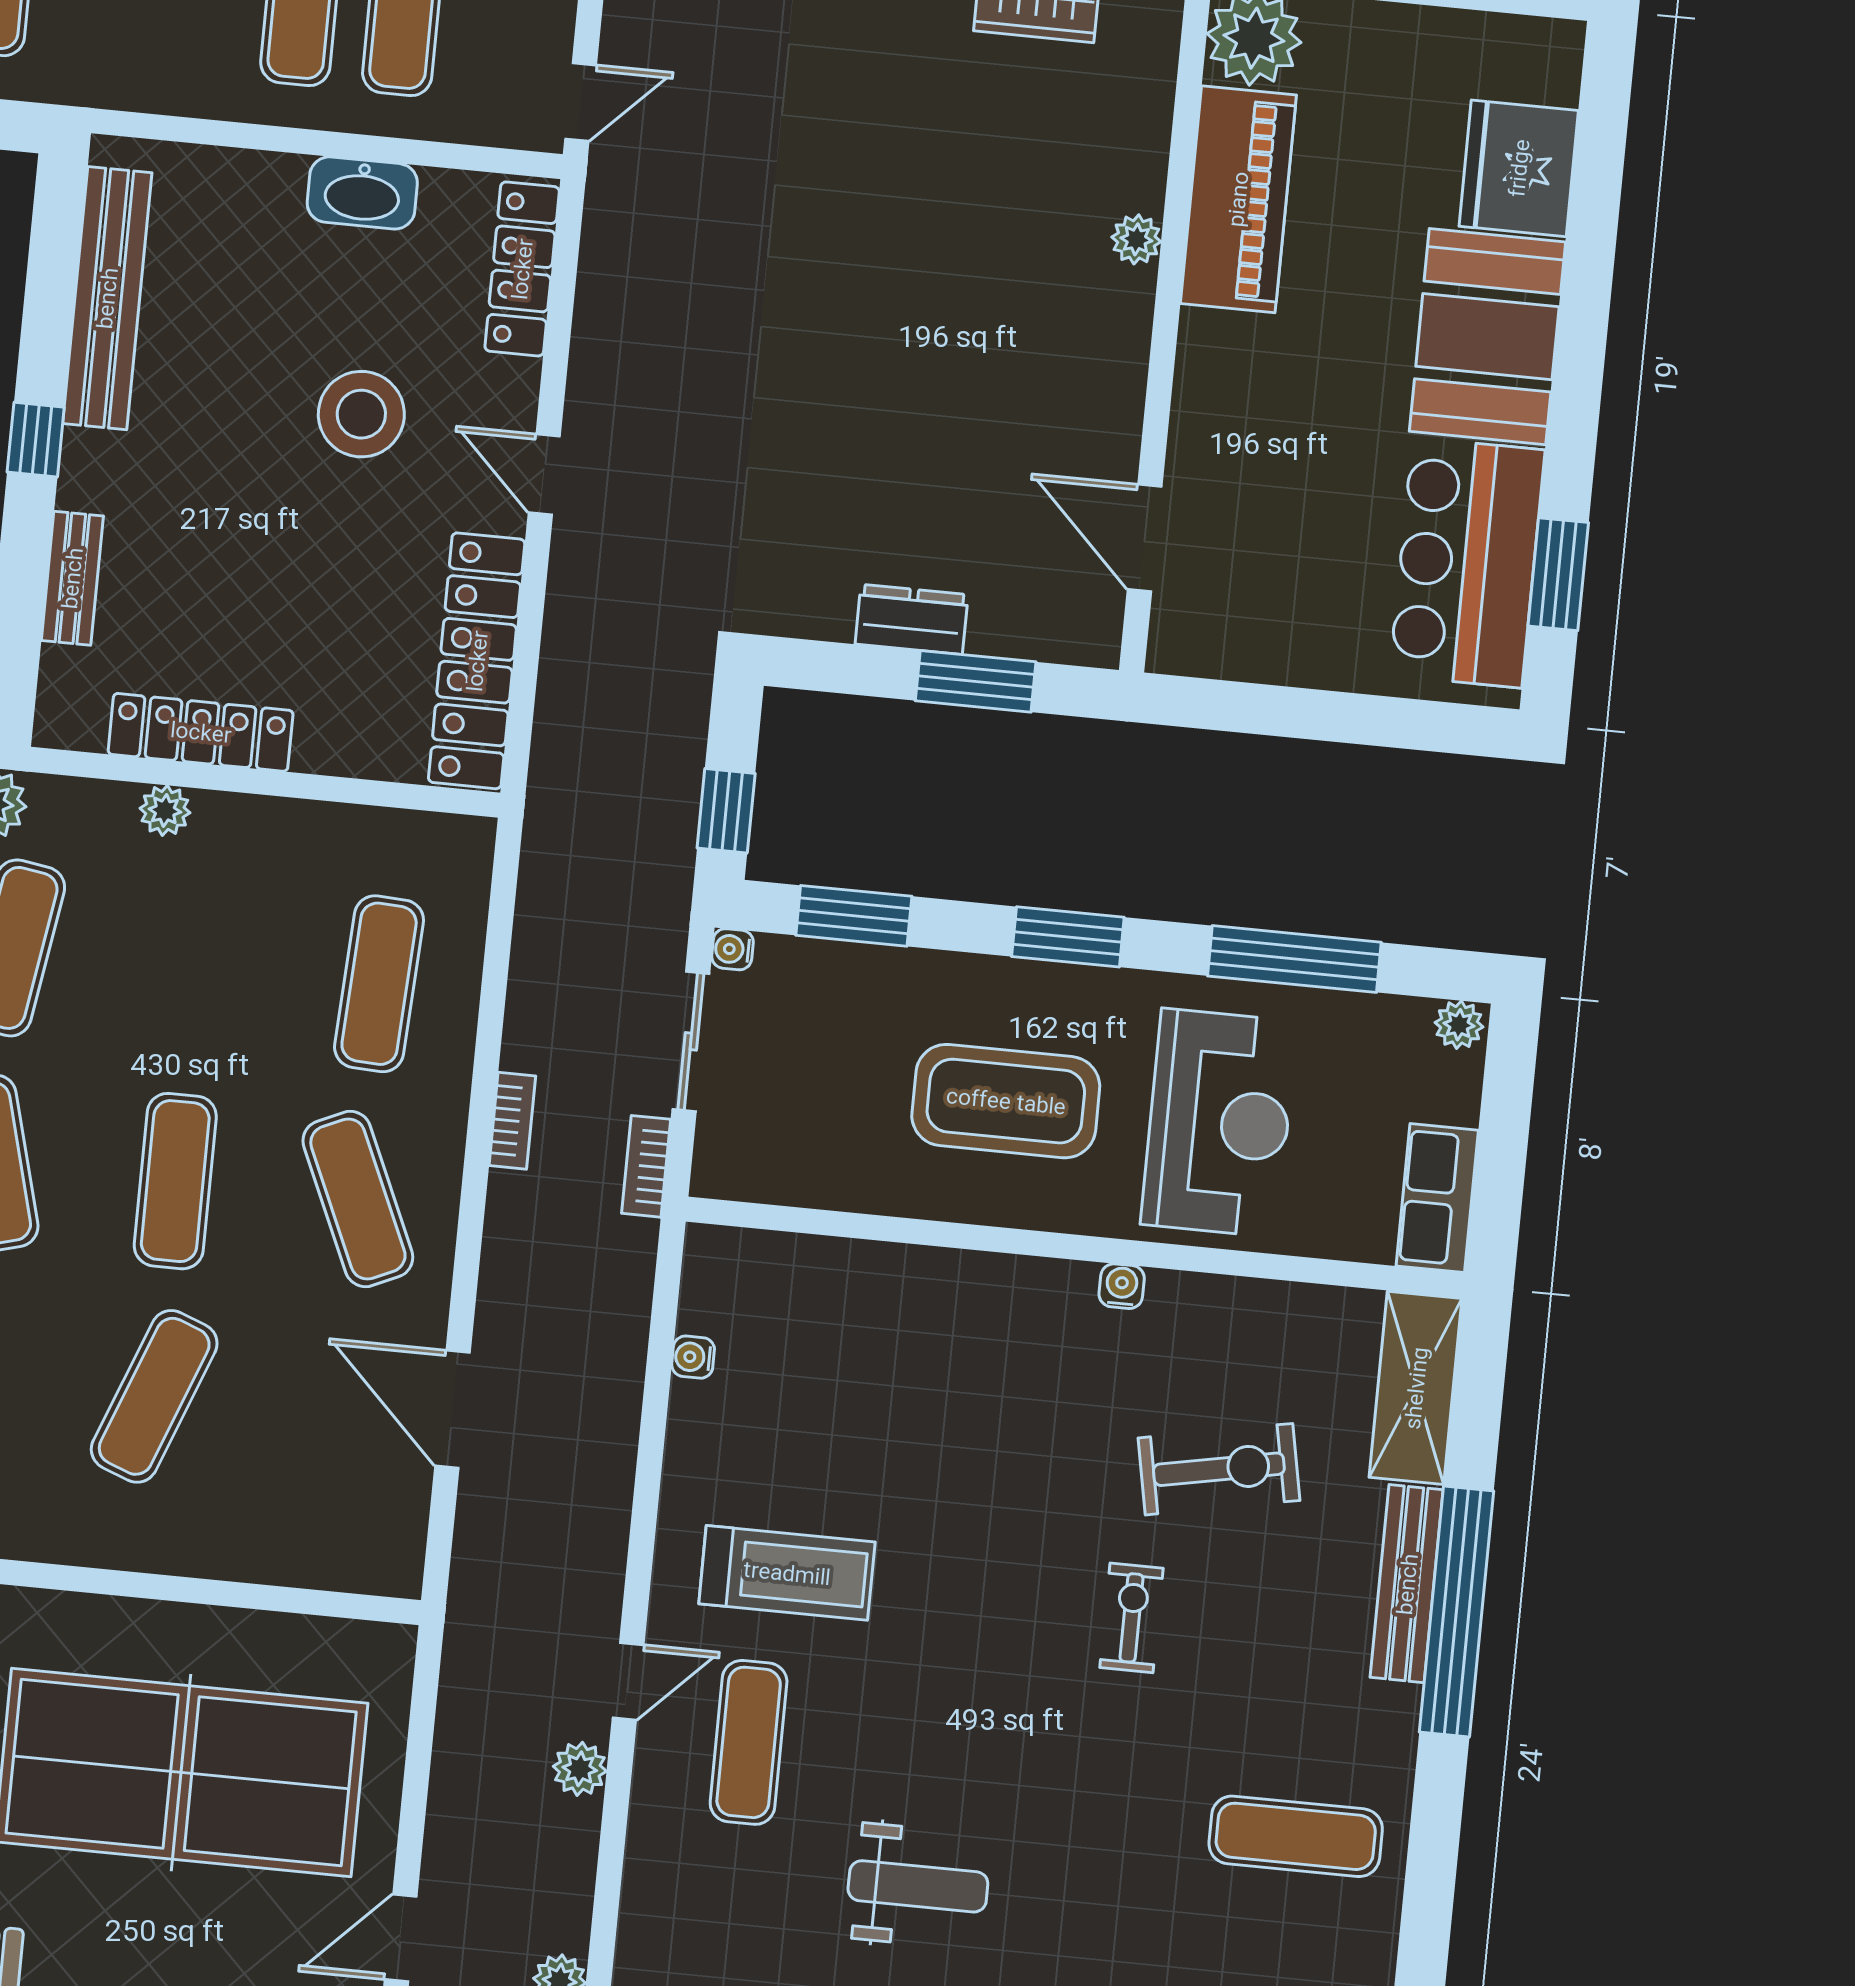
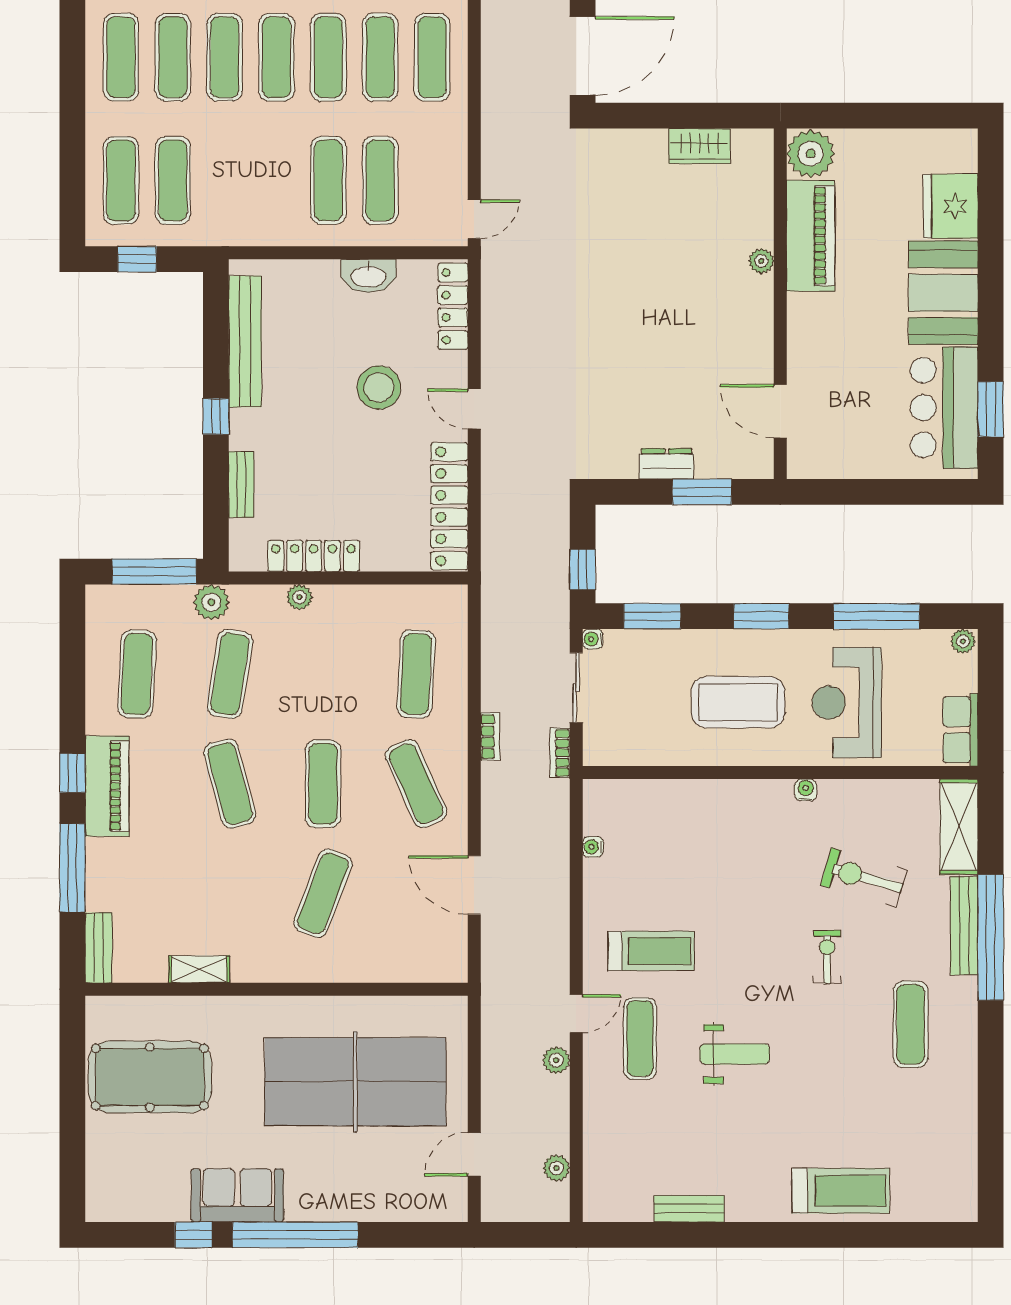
reception desk: (1219, 1123) -> (847, 703), turned 180
exercise bike: (1219, 1469) -> (864, 877), turned -153
exercise mat: (1296, 1836) -> (911, 1024), moved, turned 90
weight bench: (918, 1886) -> (735, 1054), moved

